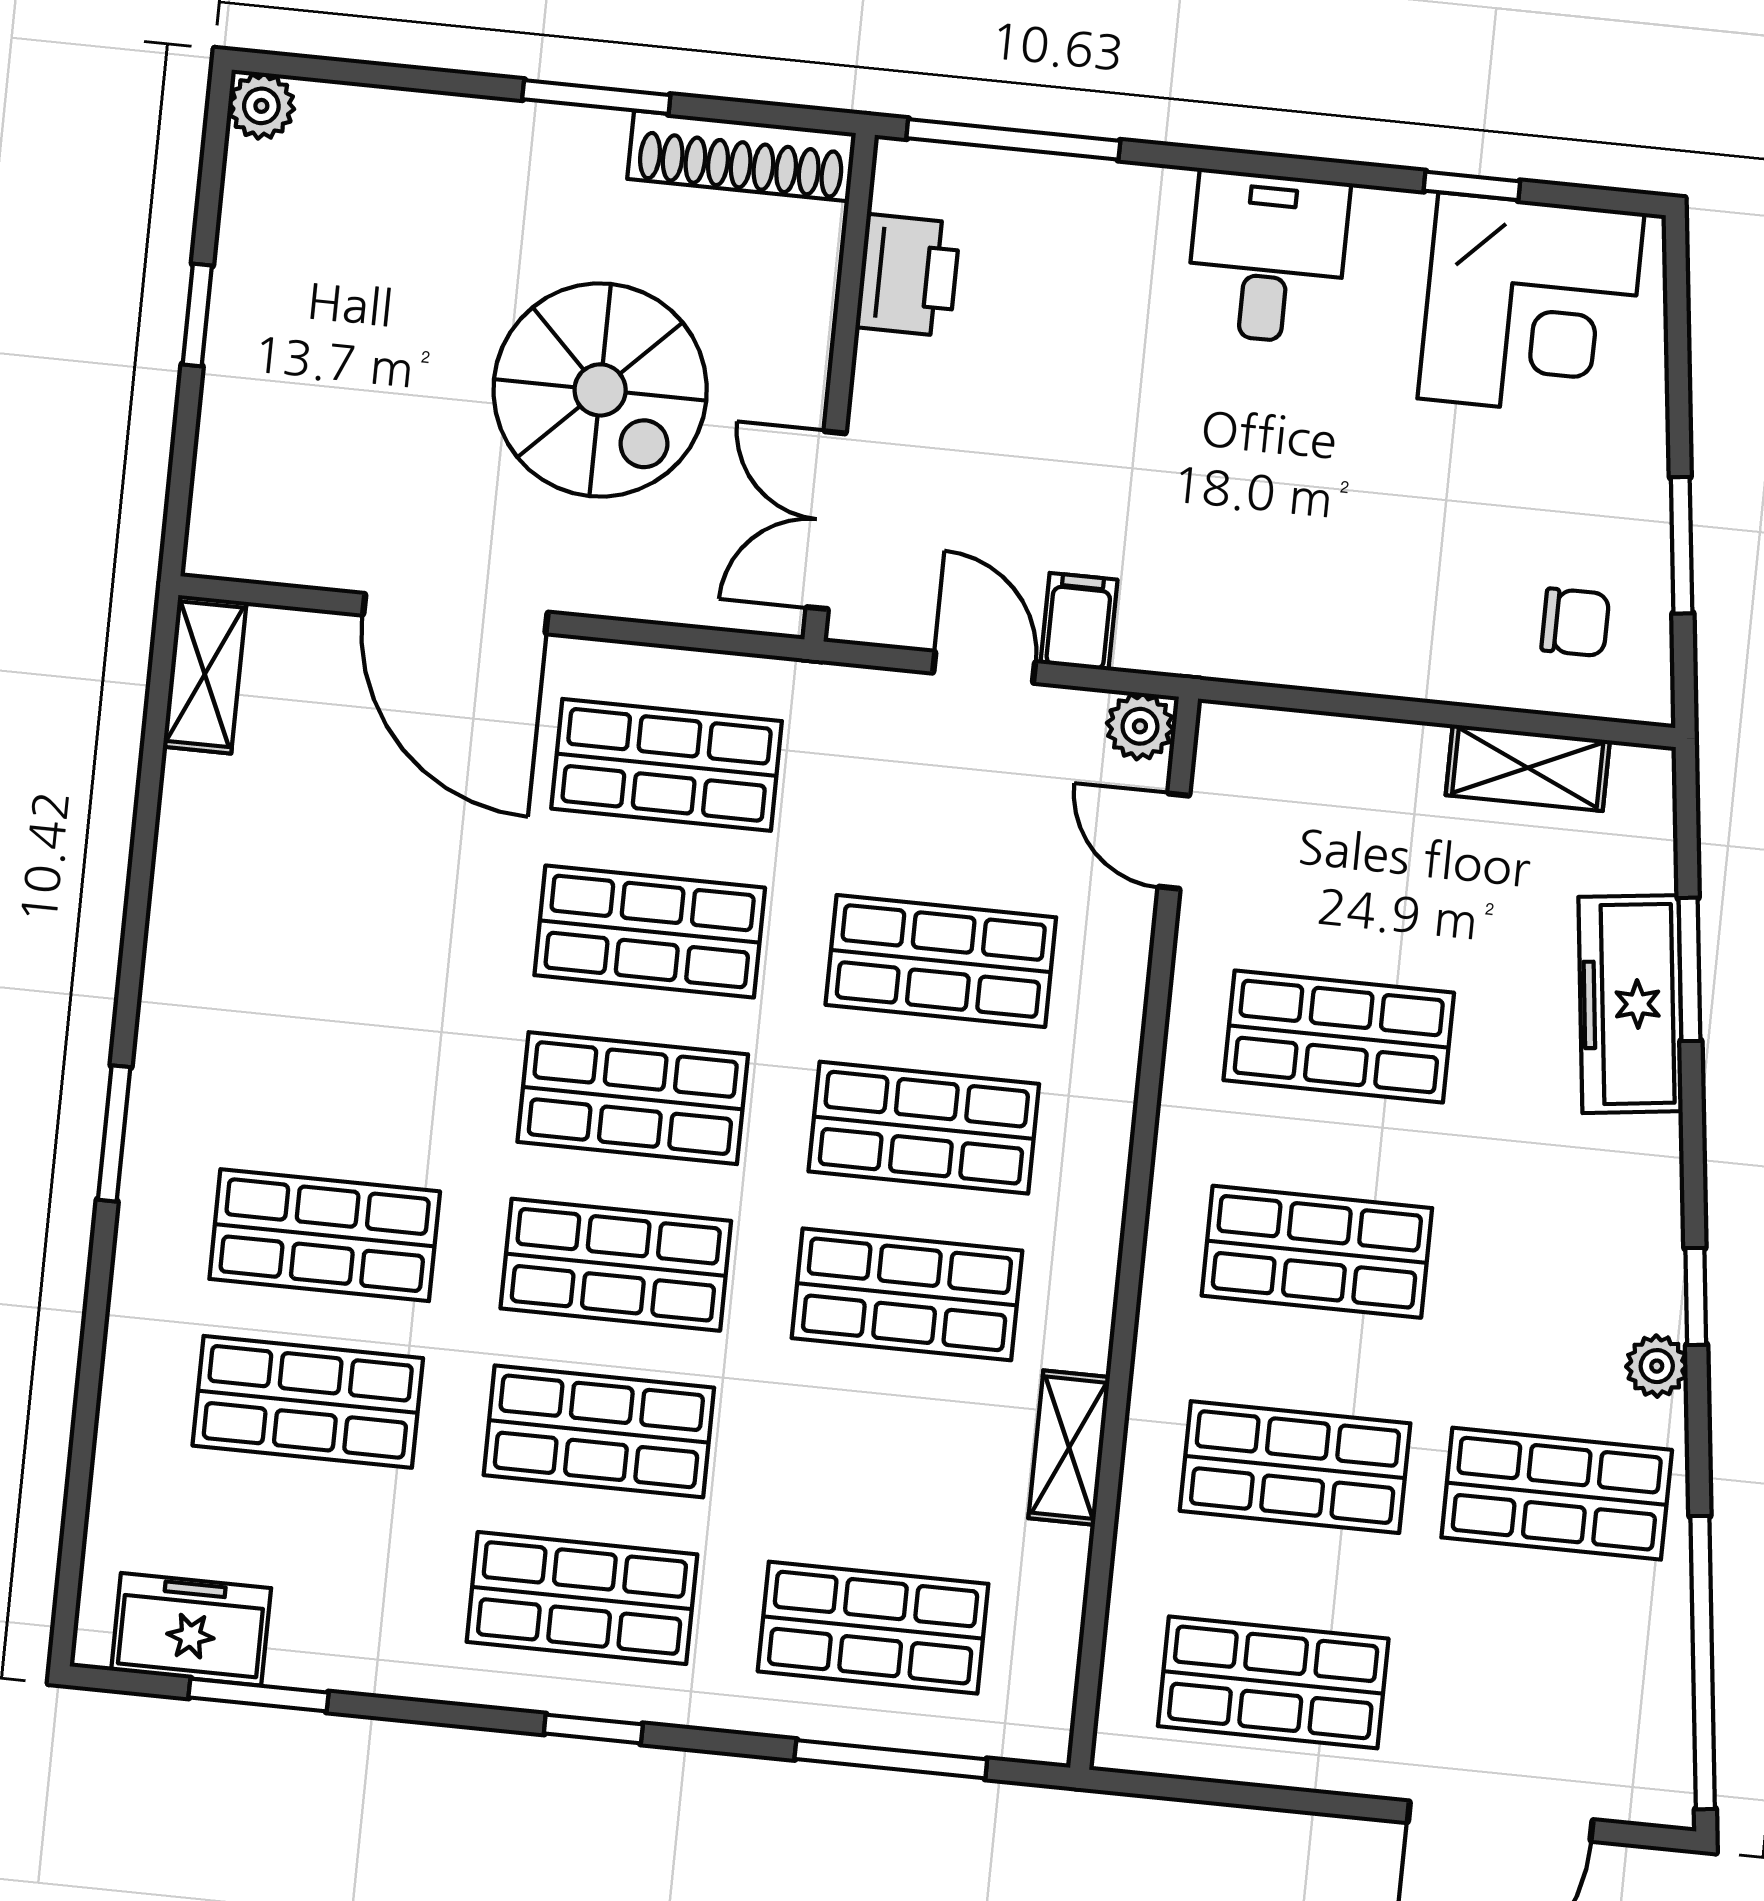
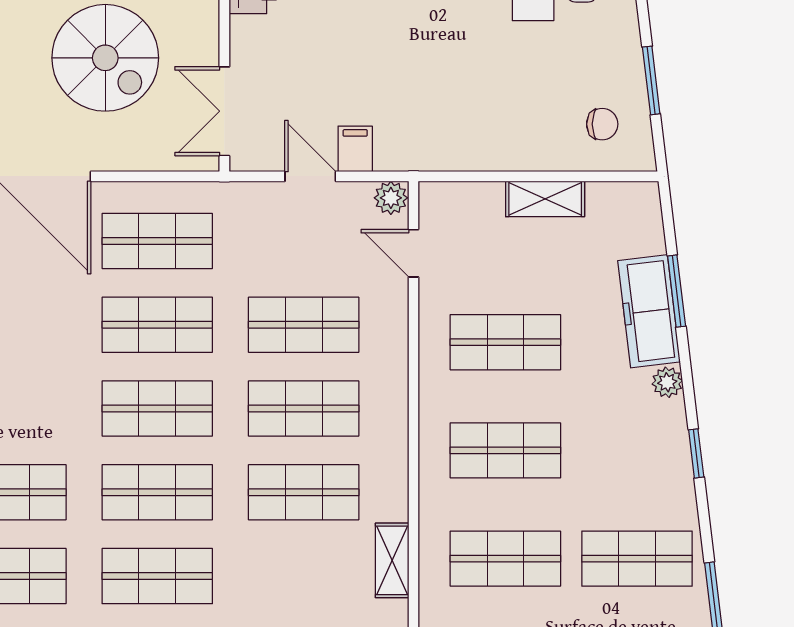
shelving: (1528, 768) -> (545, 199), moved
plant: (1657, 1366) -> (667, 382), moved

